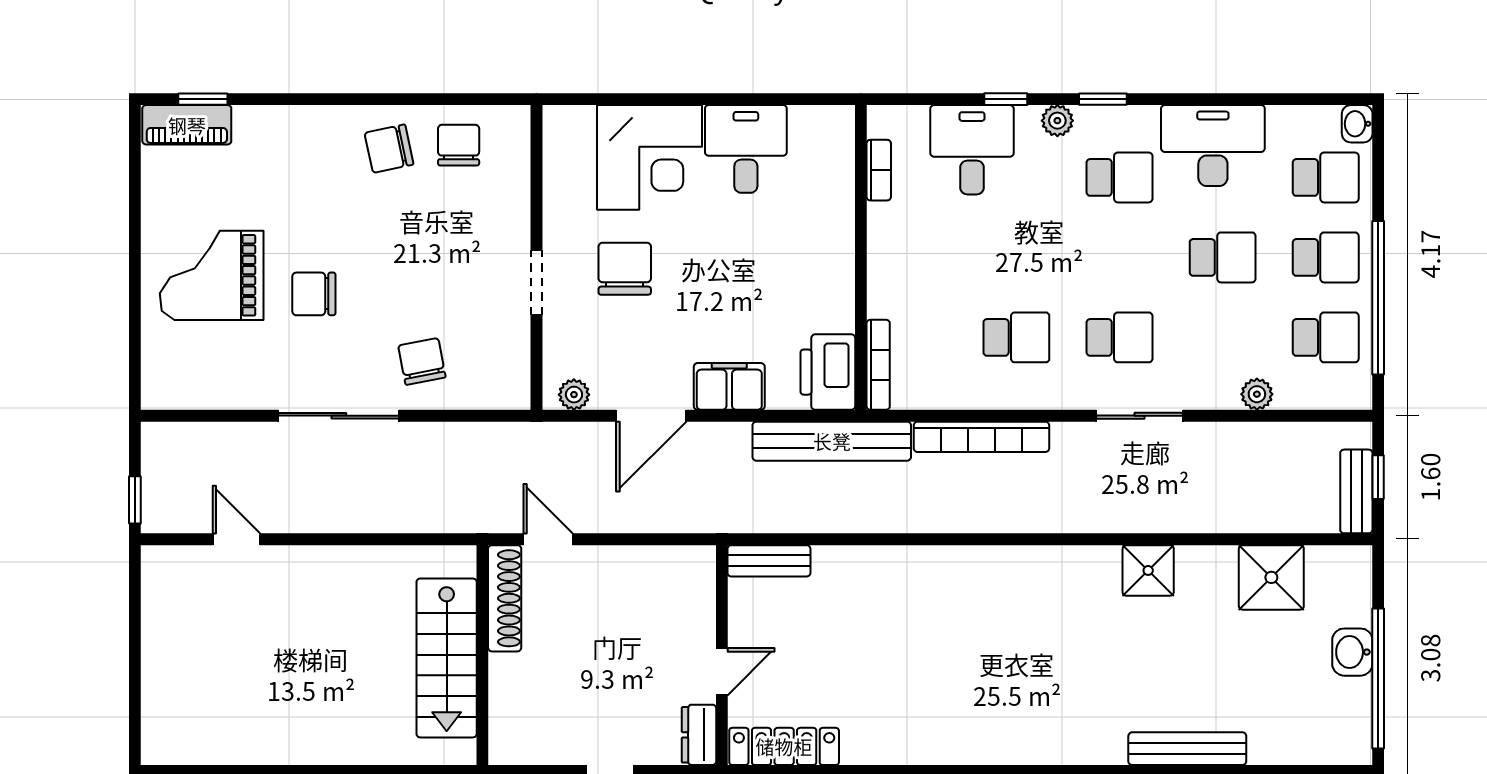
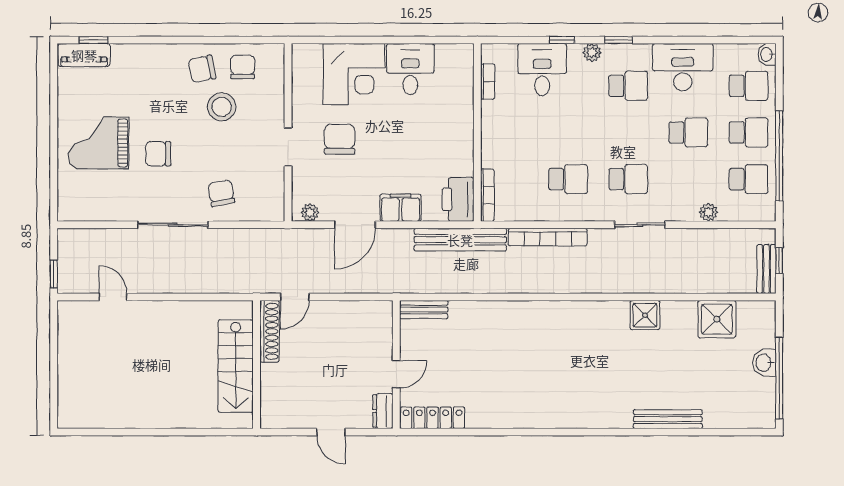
stool: (423, 214) -> (222, 107), added
door: (548, 539) -> (295, 297), swing flipped

